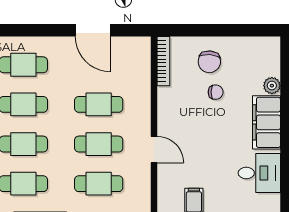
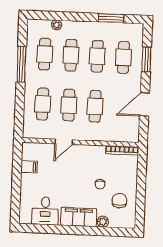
window: (25, 30) -> (146, 59), added
chair: (209, 62) -> (119, 201), moved, turned 85

